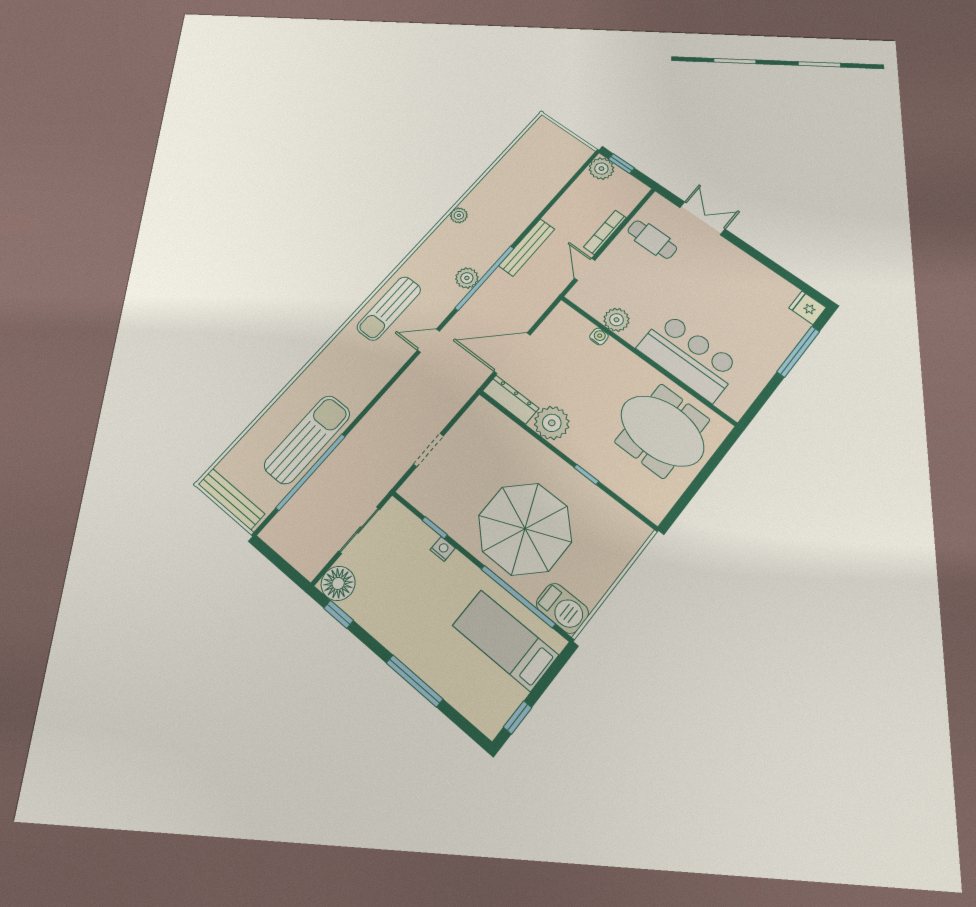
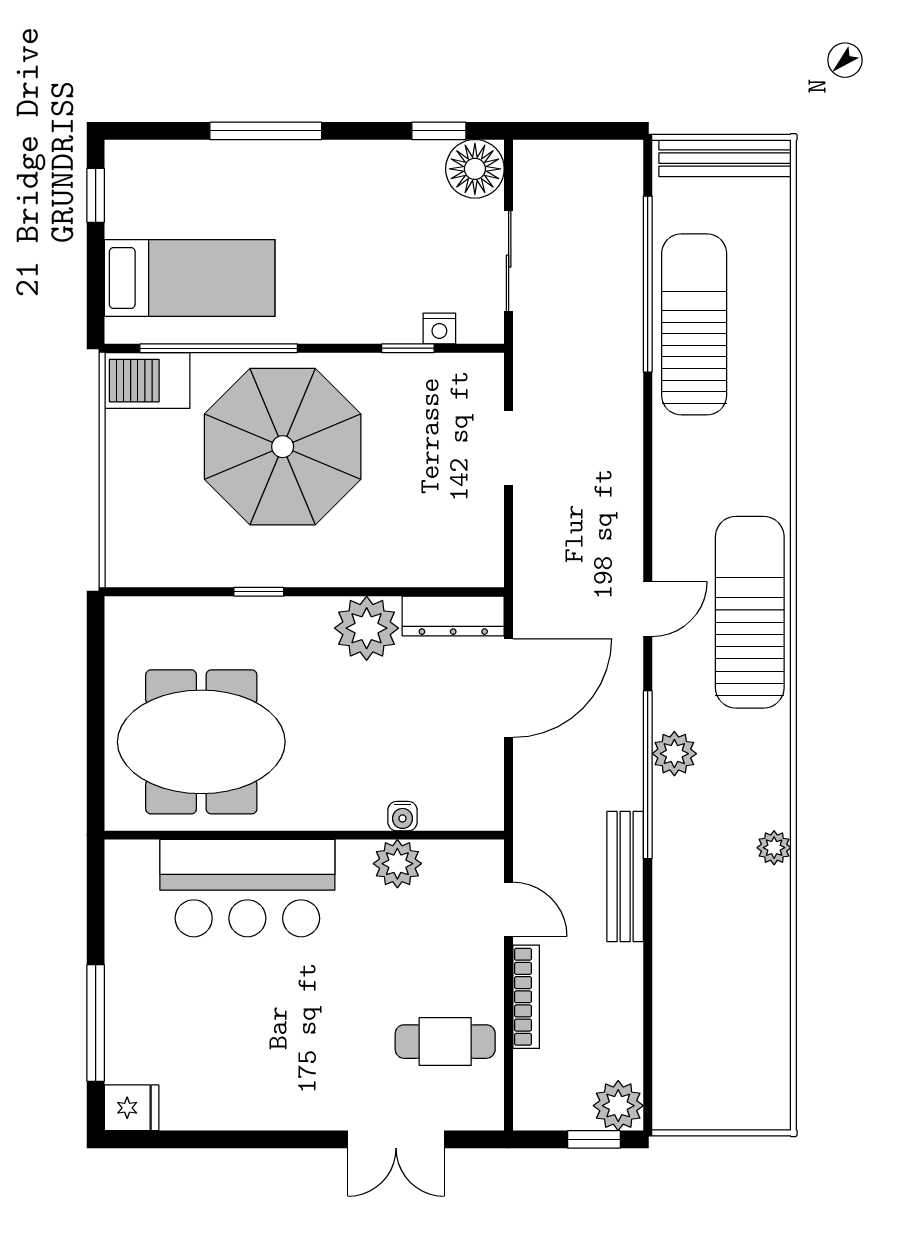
sun lounger: (389, 308) -> (750, 612), width x1.36, depth x1.34
sun lounger: (307, 439) -> (694, 324), turned 180
nightstand: (443, 549) -> (439, 329), moved

